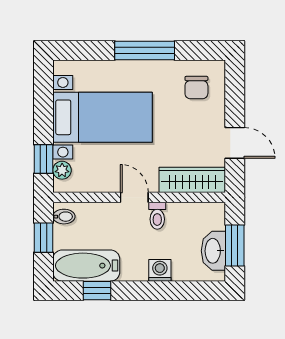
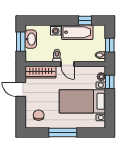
bathtub: (86, 266) -> (77, 32), moved

